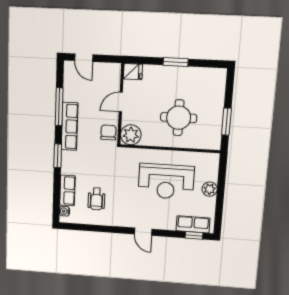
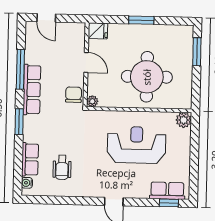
door: (121, 102) -> (86, 62), swing flipped
round table: (179, 118) -> (147, 77), width x1.36, depth x1.36
window: (226, 122) -> (197, 52), moved
plant: (131, 135) -> (92, 101), width x0.53, depth x0.53
reception desk: (166, 182) -> (136, 145), turned 180
plant: (210, 189) -> (184, 120), moved

